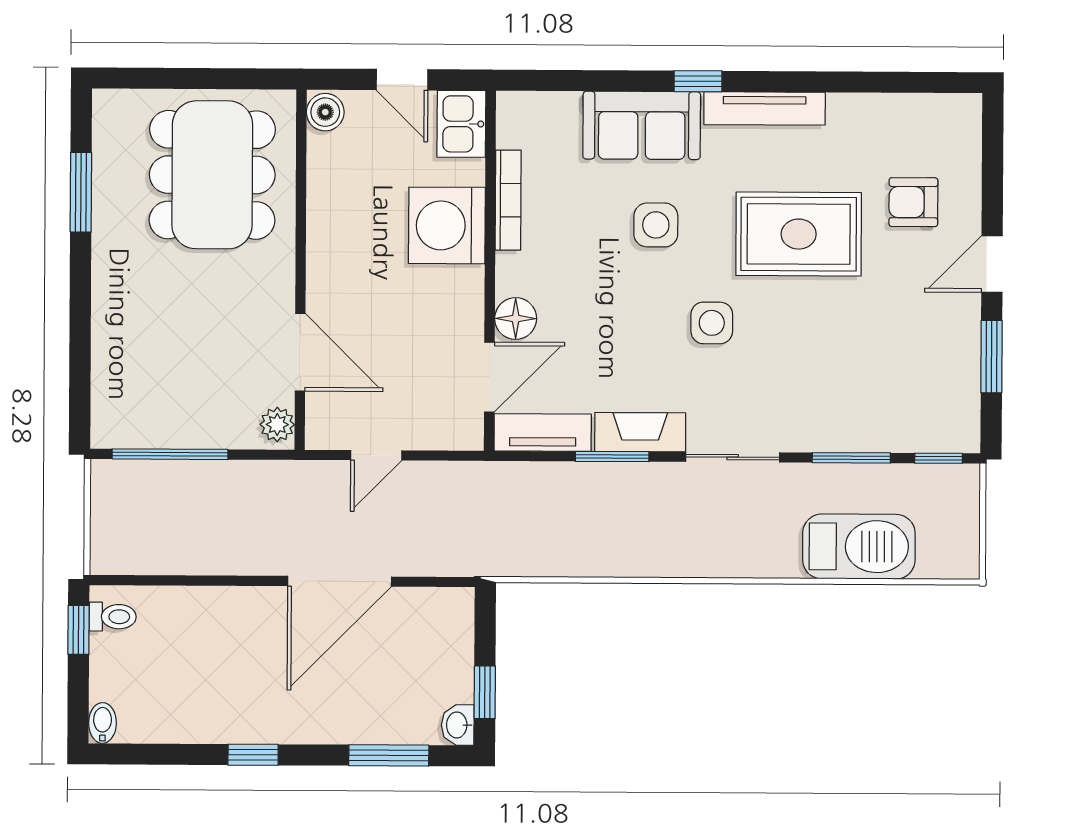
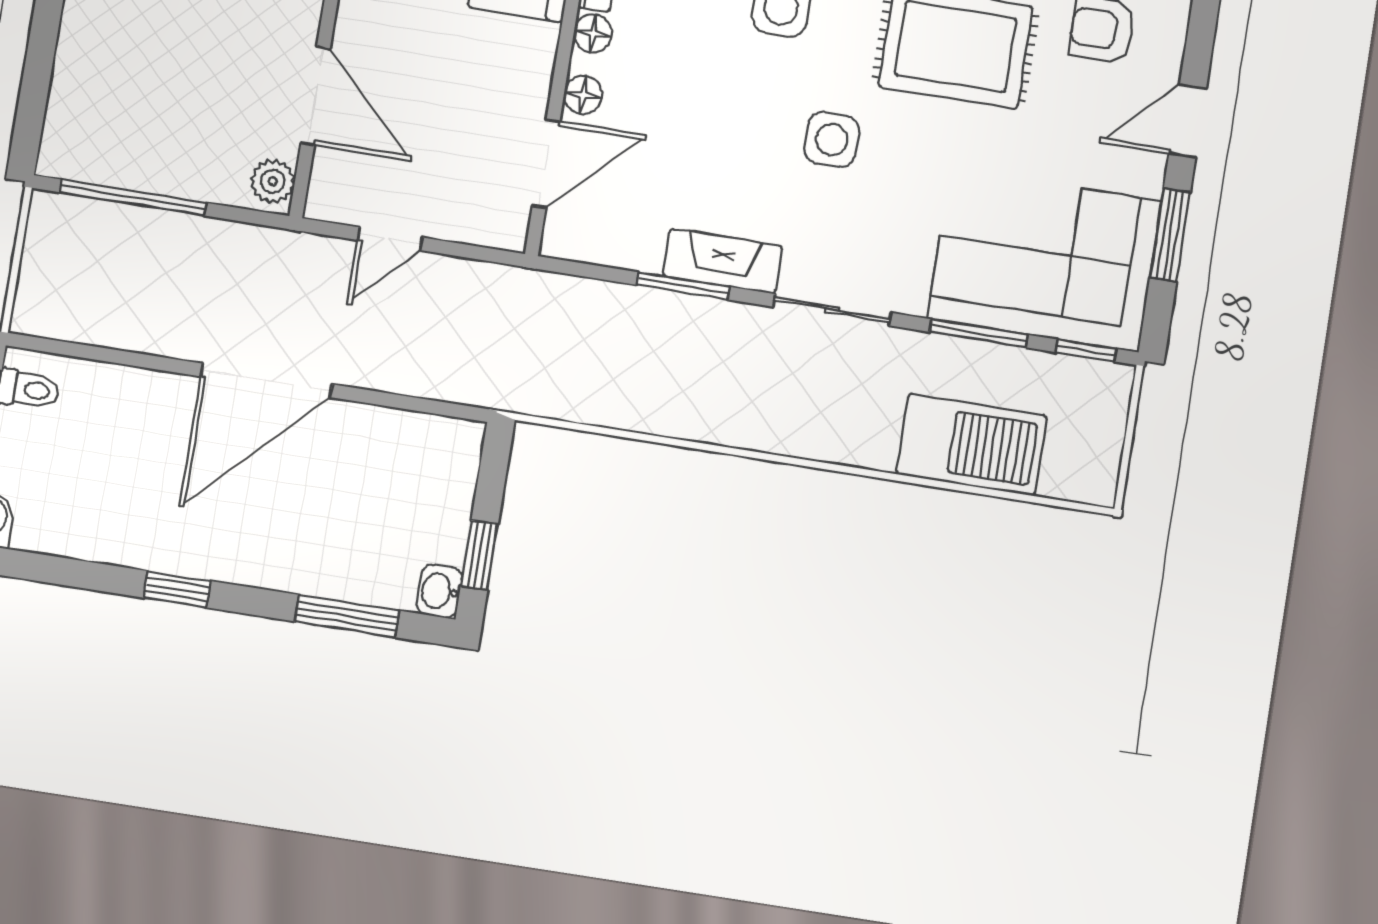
floor lamp: (510, 269) -> (593, 34), added
floor lamp: (516, 319) -> (583, 95), width x0.73, depth x0.73
corner sofa: (895, 392) -> (1045, 260), added
tv unit: (543, 433) -> (602, 243), removed
door: (340, 581) -> (267, 380), moved

